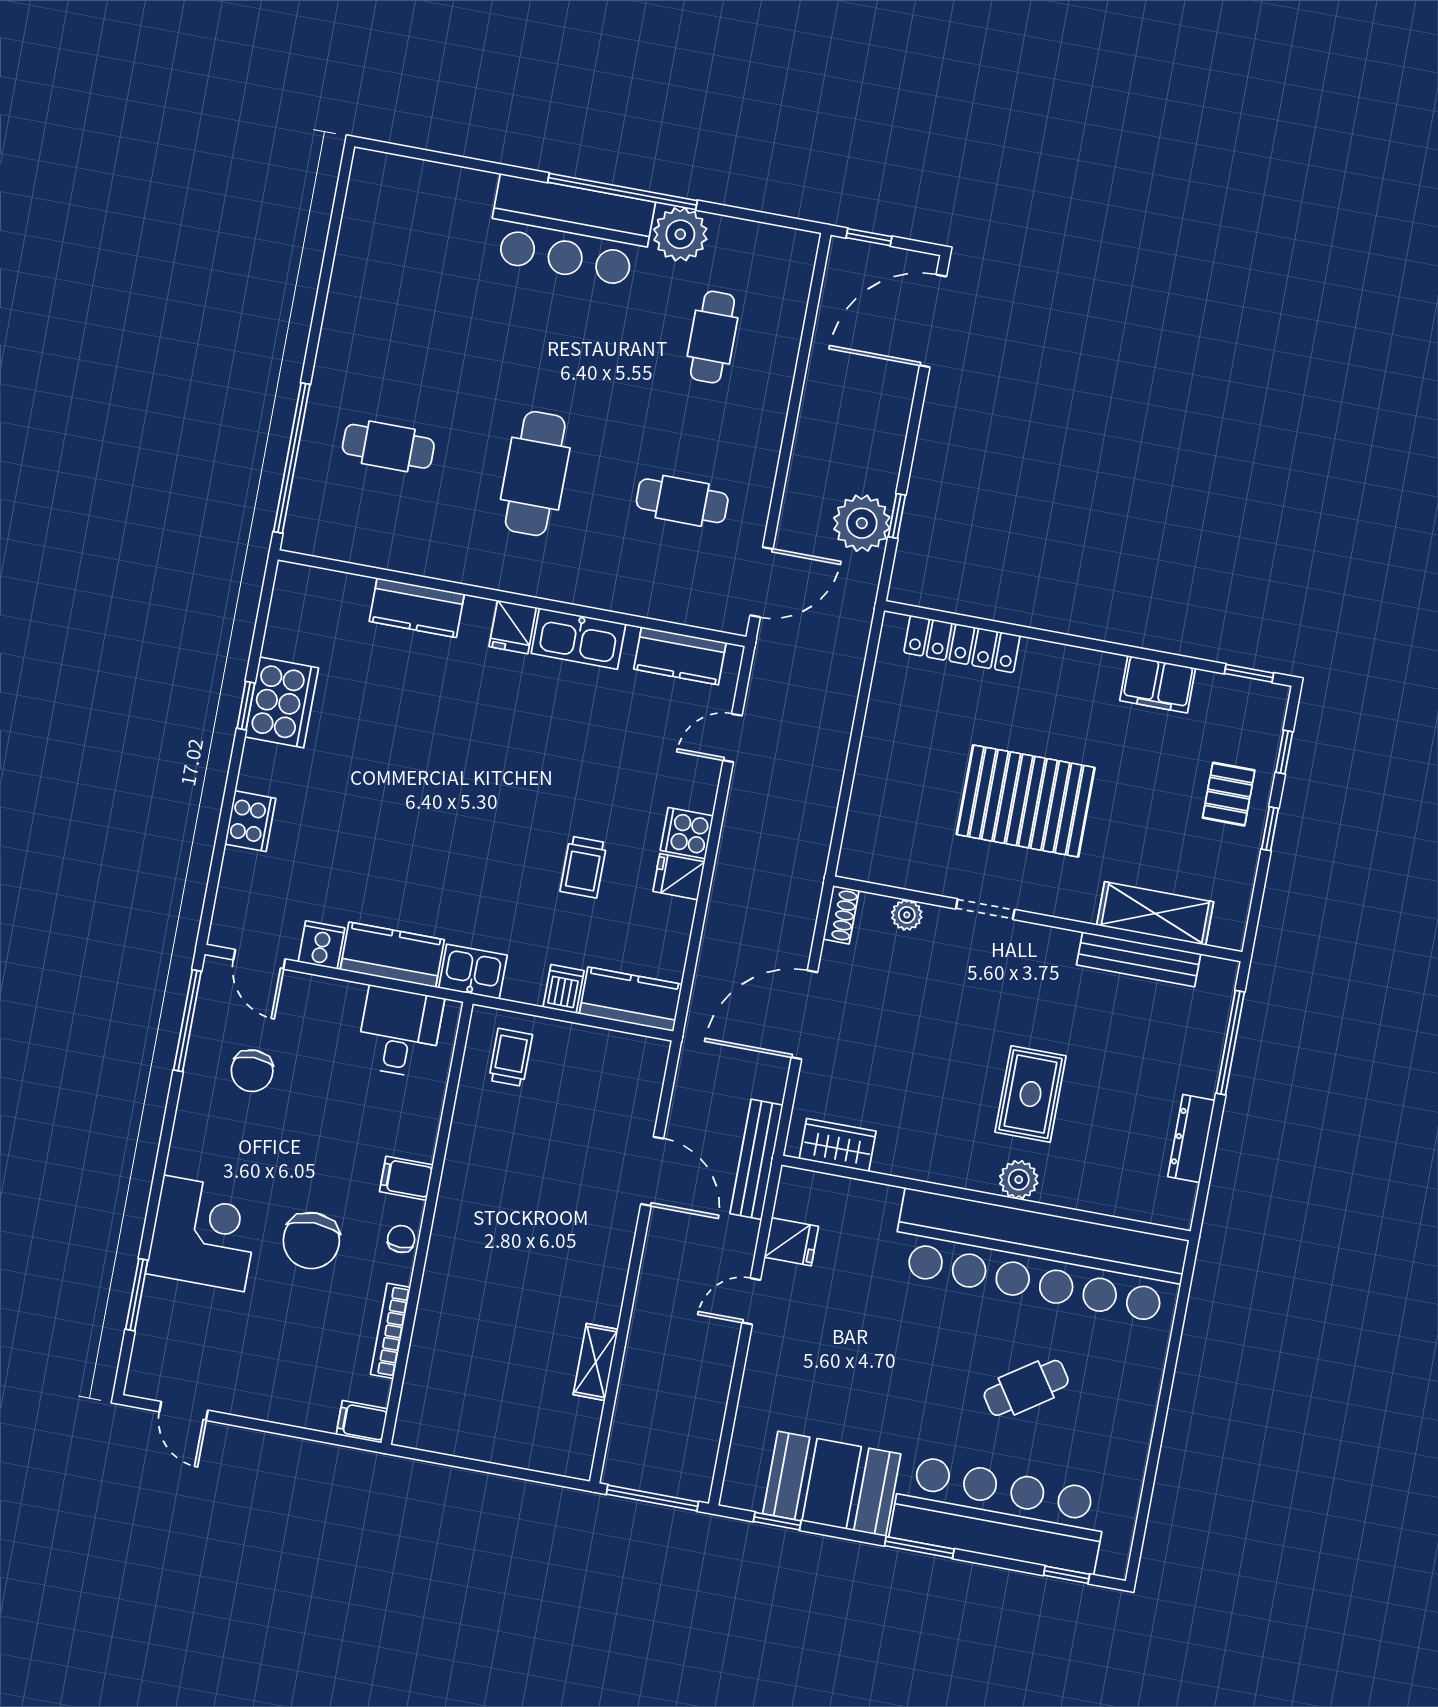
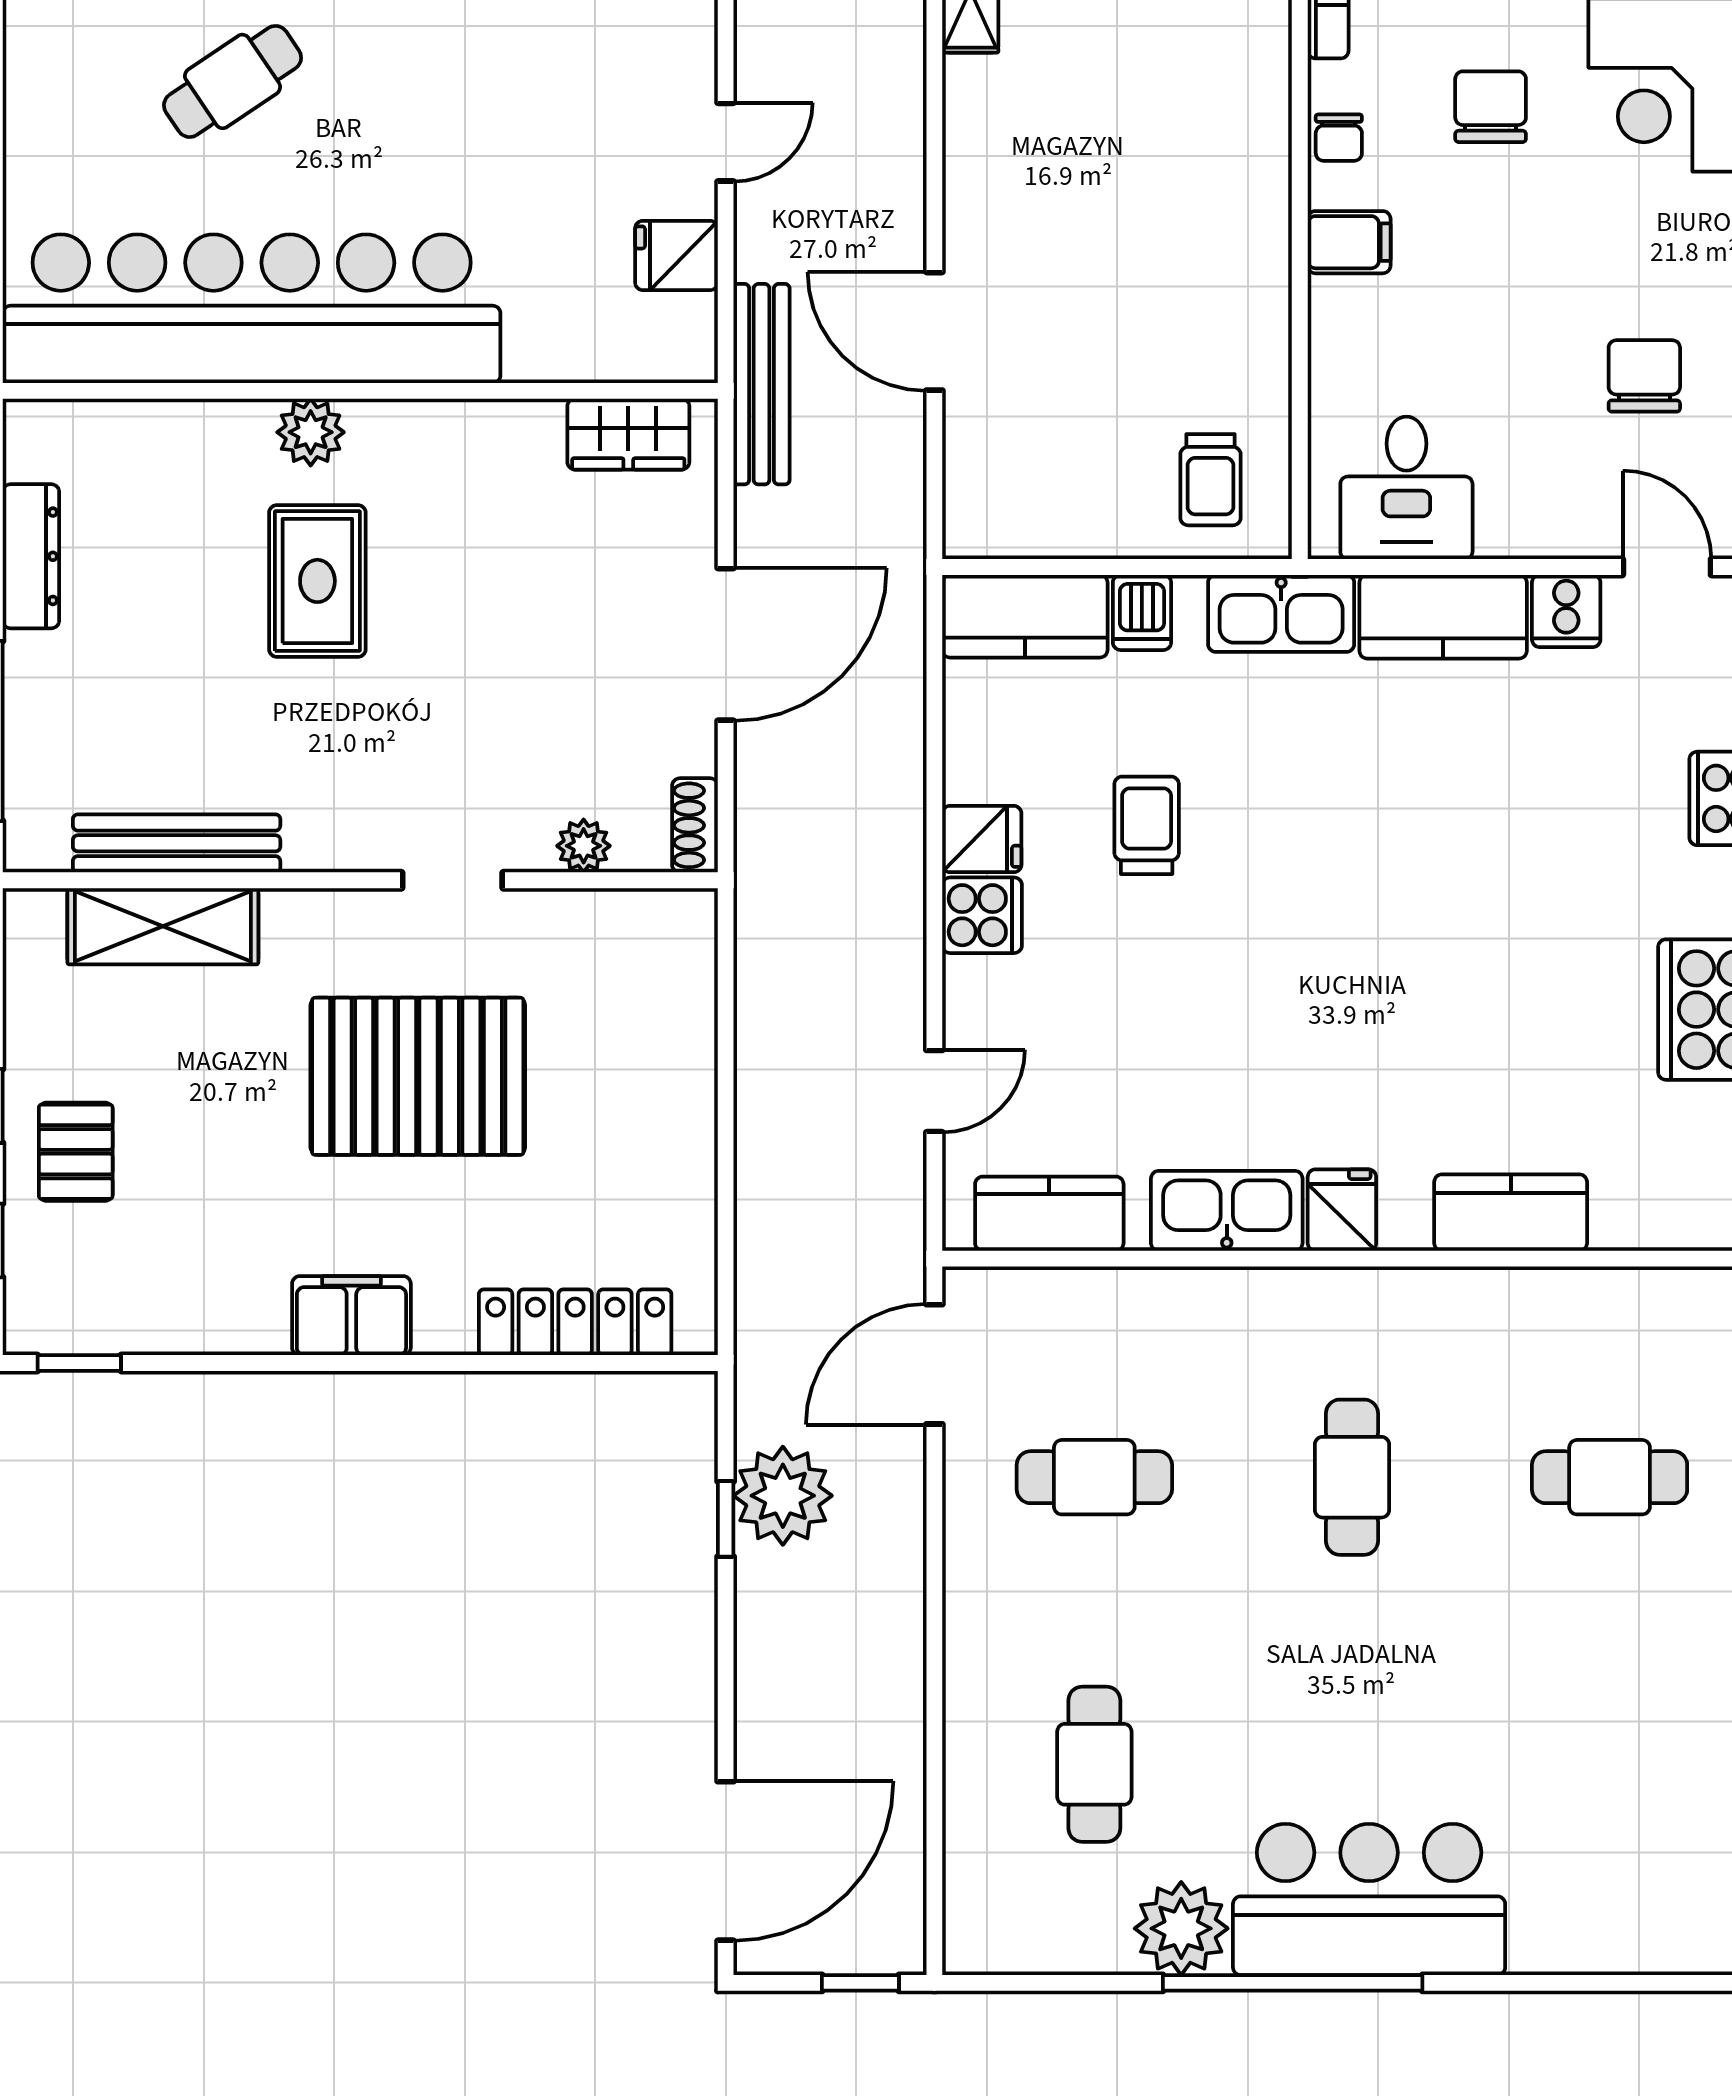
cafe table: (535, 474) -> (1352, 1477), width x0.73, depth x0.74
filing cabinet: (1158, 684) -> (351, 1316), moved
kitchen sink: (473, 972) -> (1281, 613), width x1.38
chair: (311, 1241) -> (1491, 107), width x0.73, depth x0.73

